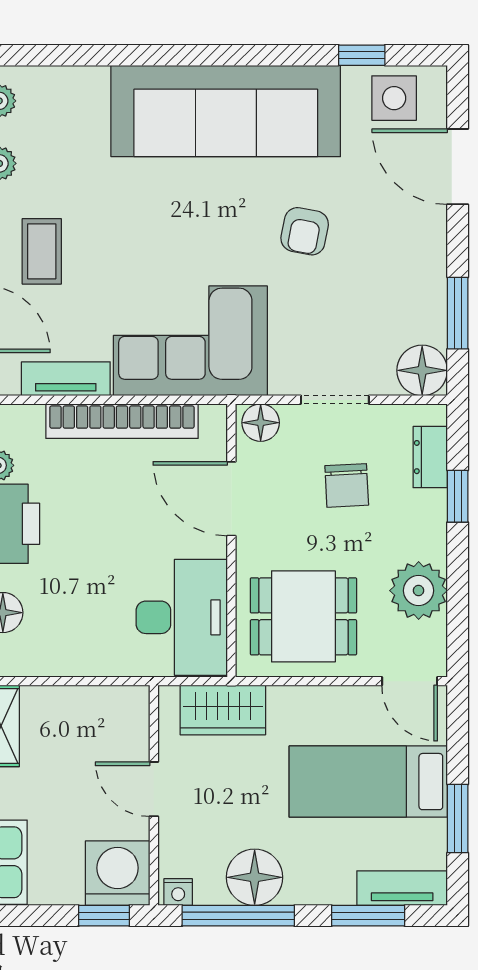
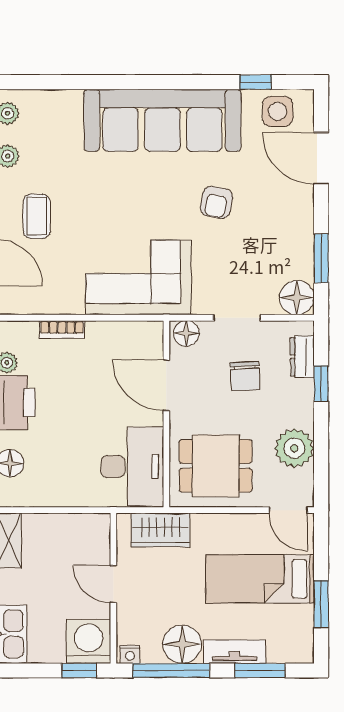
tv unit: (66, 379) -> (53, 303), removed
bookcase: (122, 421) -> (62, 330), width x0.43, depth x0.76
tv unit: (402, 888) -> (235, 652), moved

